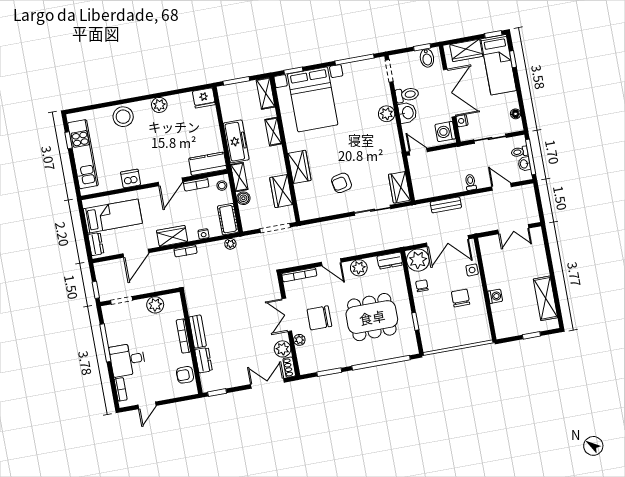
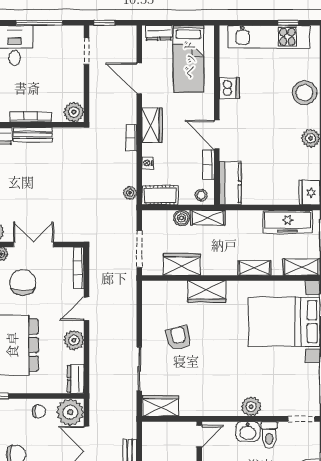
freezer: (236, 141) -> (288, 222), moved
plant: (155, 305) -> (74, 112), moved

